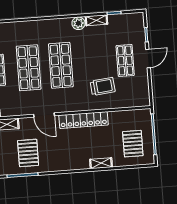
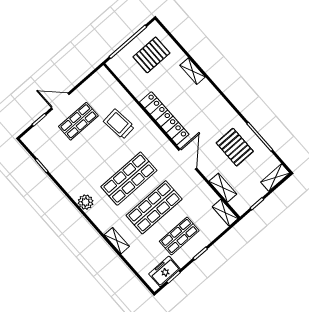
shelving: (96, 20) -> (117, 241), moved
plant: (78, 23) -> (86, 202), moved
pallet: (28, 153) -> (235, 147), turned 90

